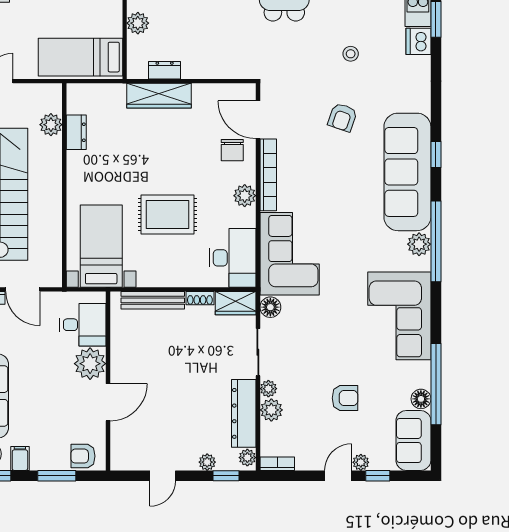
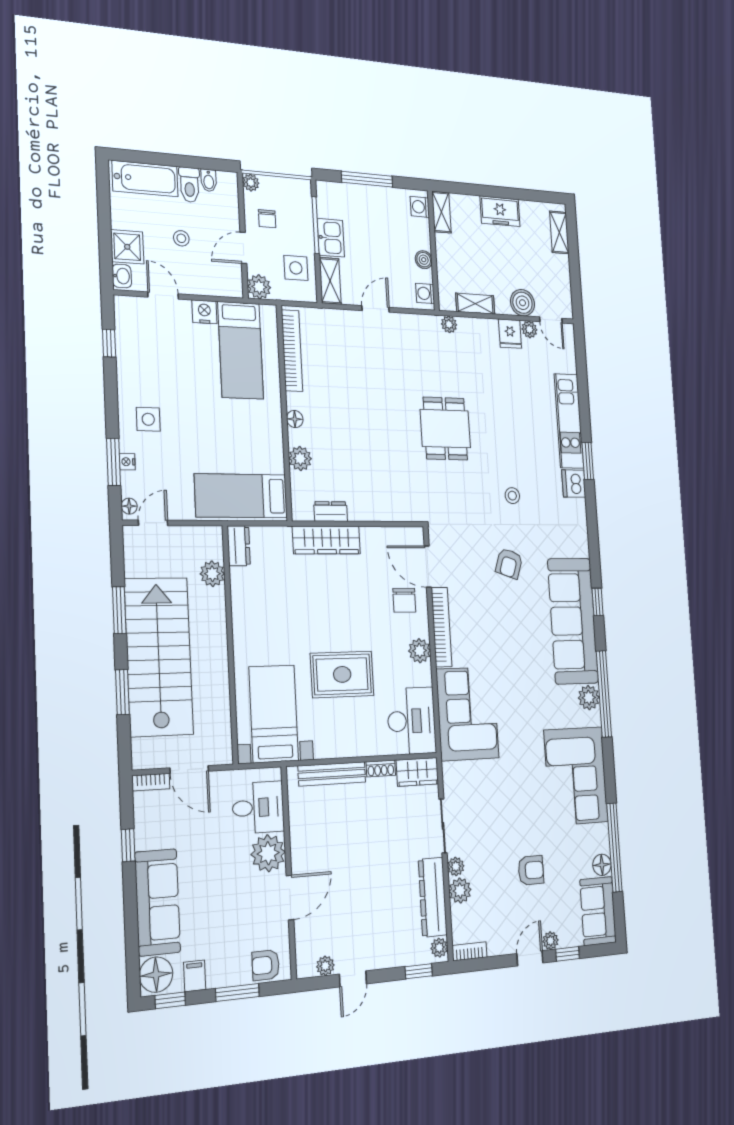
dresser: (76, 132) -> (239, 546), moved
floor lamp: (270, 307) -> (452, 774), removed
plant: (207, 462) -> (325, 966), moved

